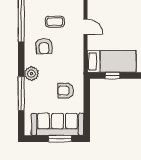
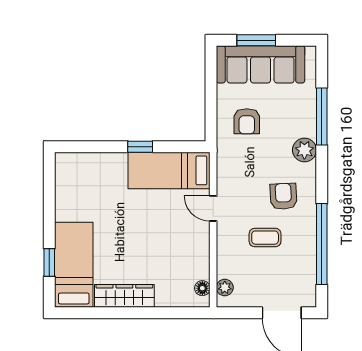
door: (86, 27) -> (213, 208), moved
window: (112, 76) -> (140, 147), moved
armchair: (66, 91) -> (247, 121), turned 90

